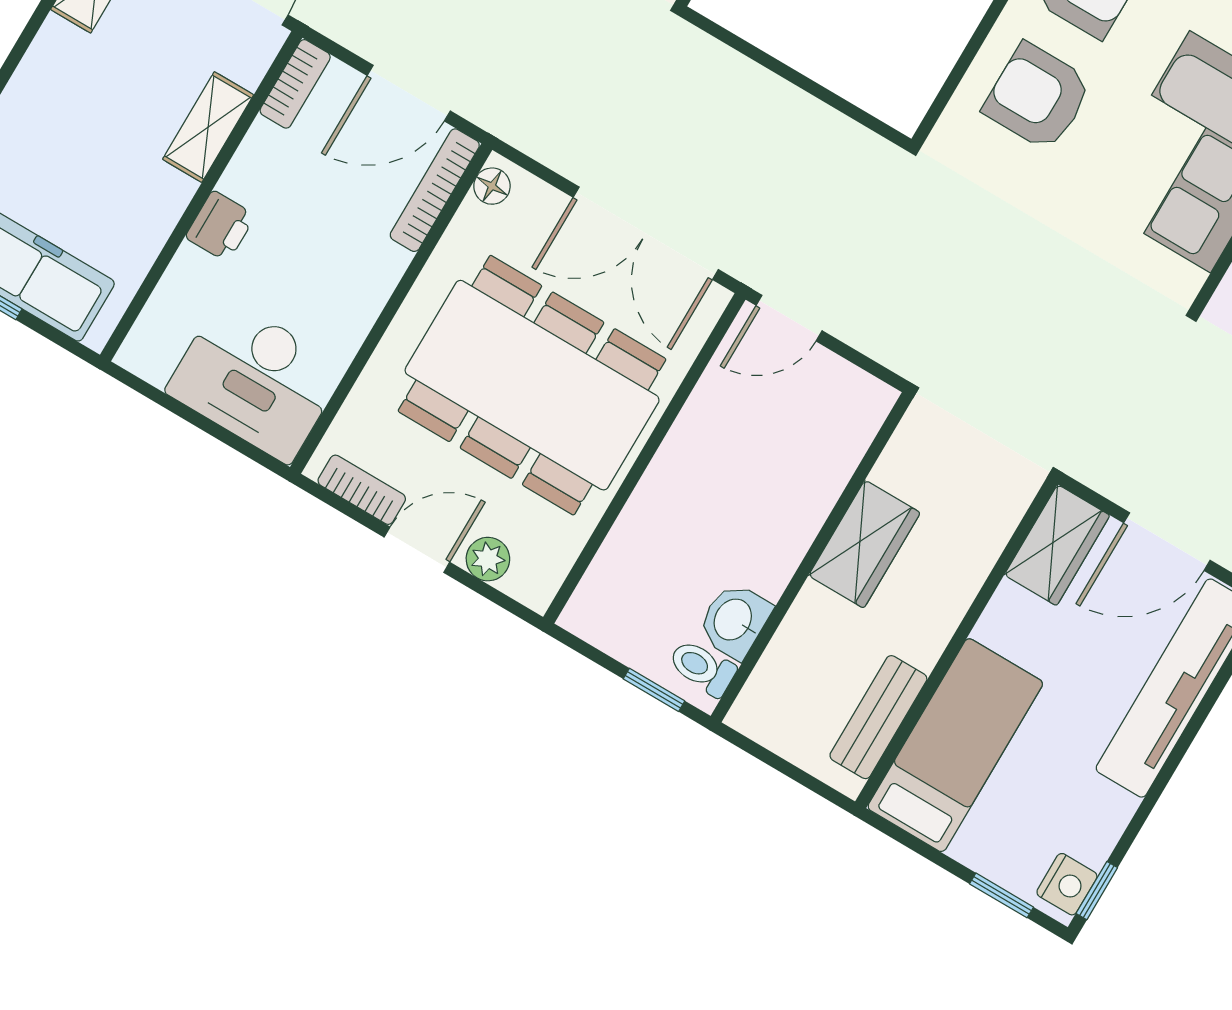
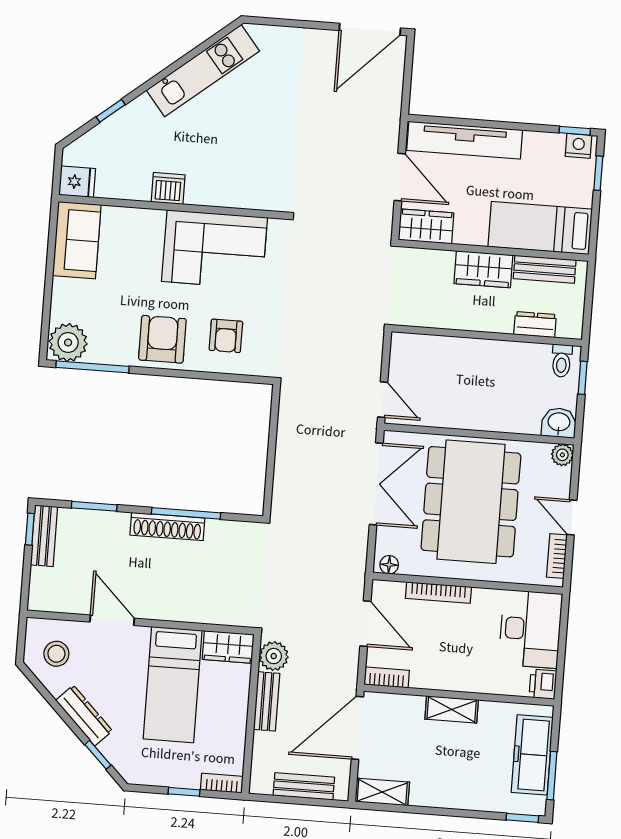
armchair: (1038, 97) -> (226, 336), width x0.72, depth x0.72
shelving: (208, 127) -> (452, 709), moved
bookcase: (435, 190) -> (438, 593), moved
printer: (220, 226) -> (543, 684), moved, turned -90
wardrobe: (864, 544) -> (483, 269), moved, turned 180
plant: (488, 559) -> (562, 455), moved
washbasin: (734, 620) -> (559, 423), moved, turned 180
dresser: (789, 652) -> (535, 325), added

